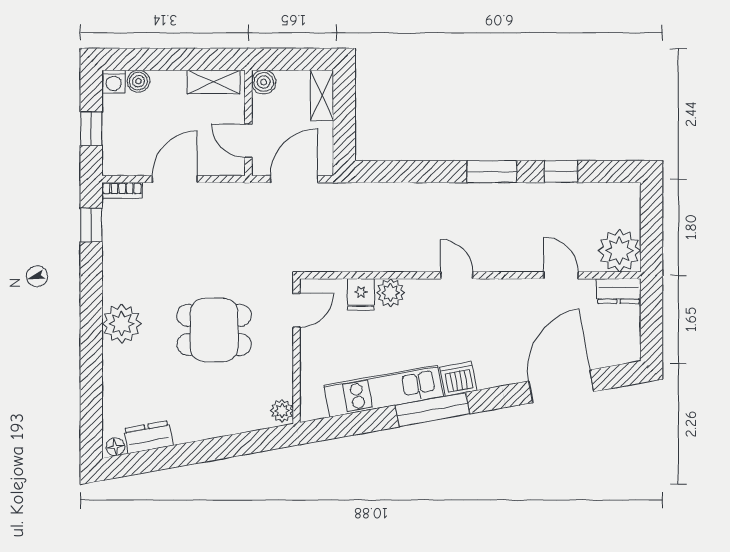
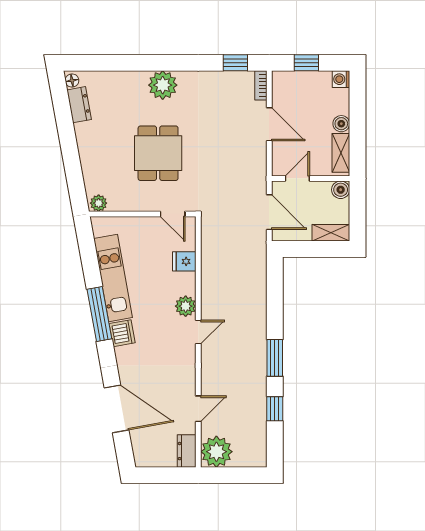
boiler: (138, 81) -> (341, 124), moved
plant: (391, 293) -> (186, 306), moved

